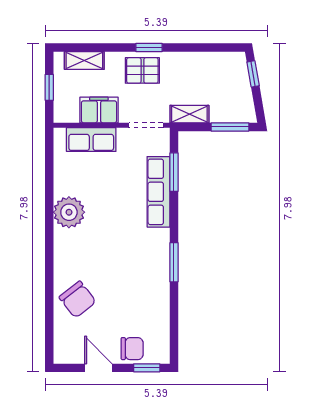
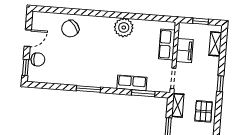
pallet: (142, 70) -> (204, 111), moved
row of seats: (158, 192) -> (132, 83), width x0.68
chair: (132, 349) -> (38, 59), turned -90

